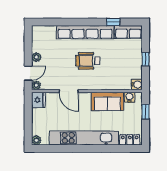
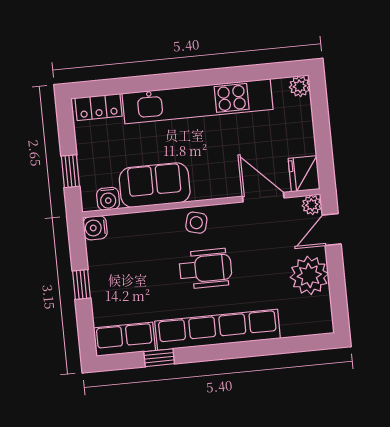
plant: (36, 57) -> (309, 275), width x1.88, depth x1.88
side table: (90, 82) -> (196, 223), added
door: (69, 91) -> (263, 197), moved

